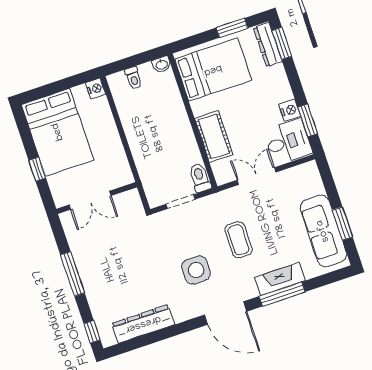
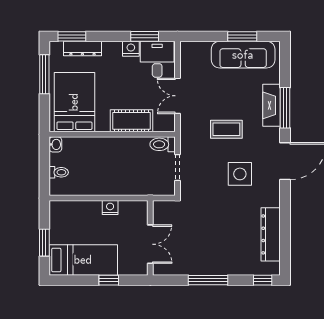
window: (232, 28) -> (44, 74), width x1.44
dresser: (268, 45) -> (82, 49), moved
window: (54, 88) -> (44, 243), added
nightstand: (95, 89) -> (110, 208), moved
bed: (58, 132) -> (83, 260), width x0.67

